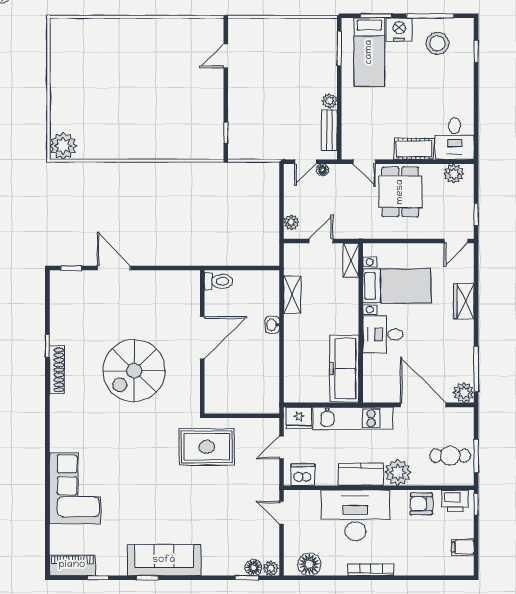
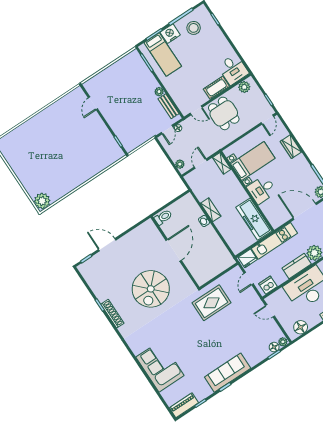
shelving: (292, 295) -> (211, 210), moved

